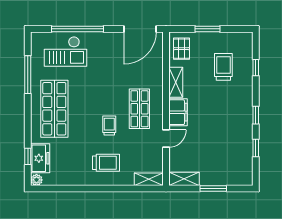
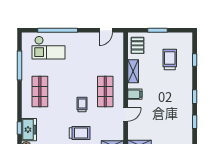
door: (140, 29) -> (106, 30), width x0.53
shop shelf: (54, 109) -> (40, 92), width x0.70, depth x0.74
filing cabinet: (178, 112) -> (135, 94), width x0.50

